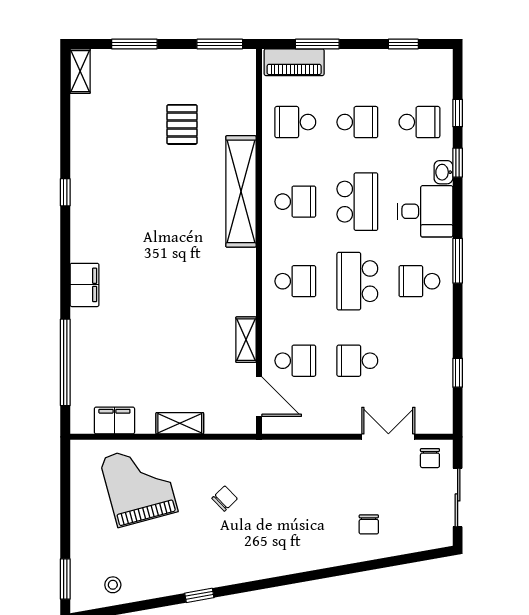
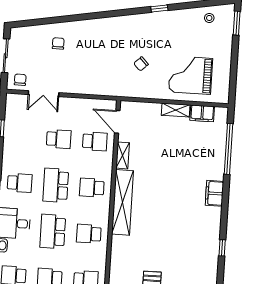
shelving: (241, 191) -> (123, 202), moved
school desk: (357, 281) -> (56, 185), turned 180
school desk: (295, 361) -> (95, 141), turned 180
shelving: (180, 423) -> (176, 110), moved
grand piano: (139, 485) -> (190, 75), turned 105

